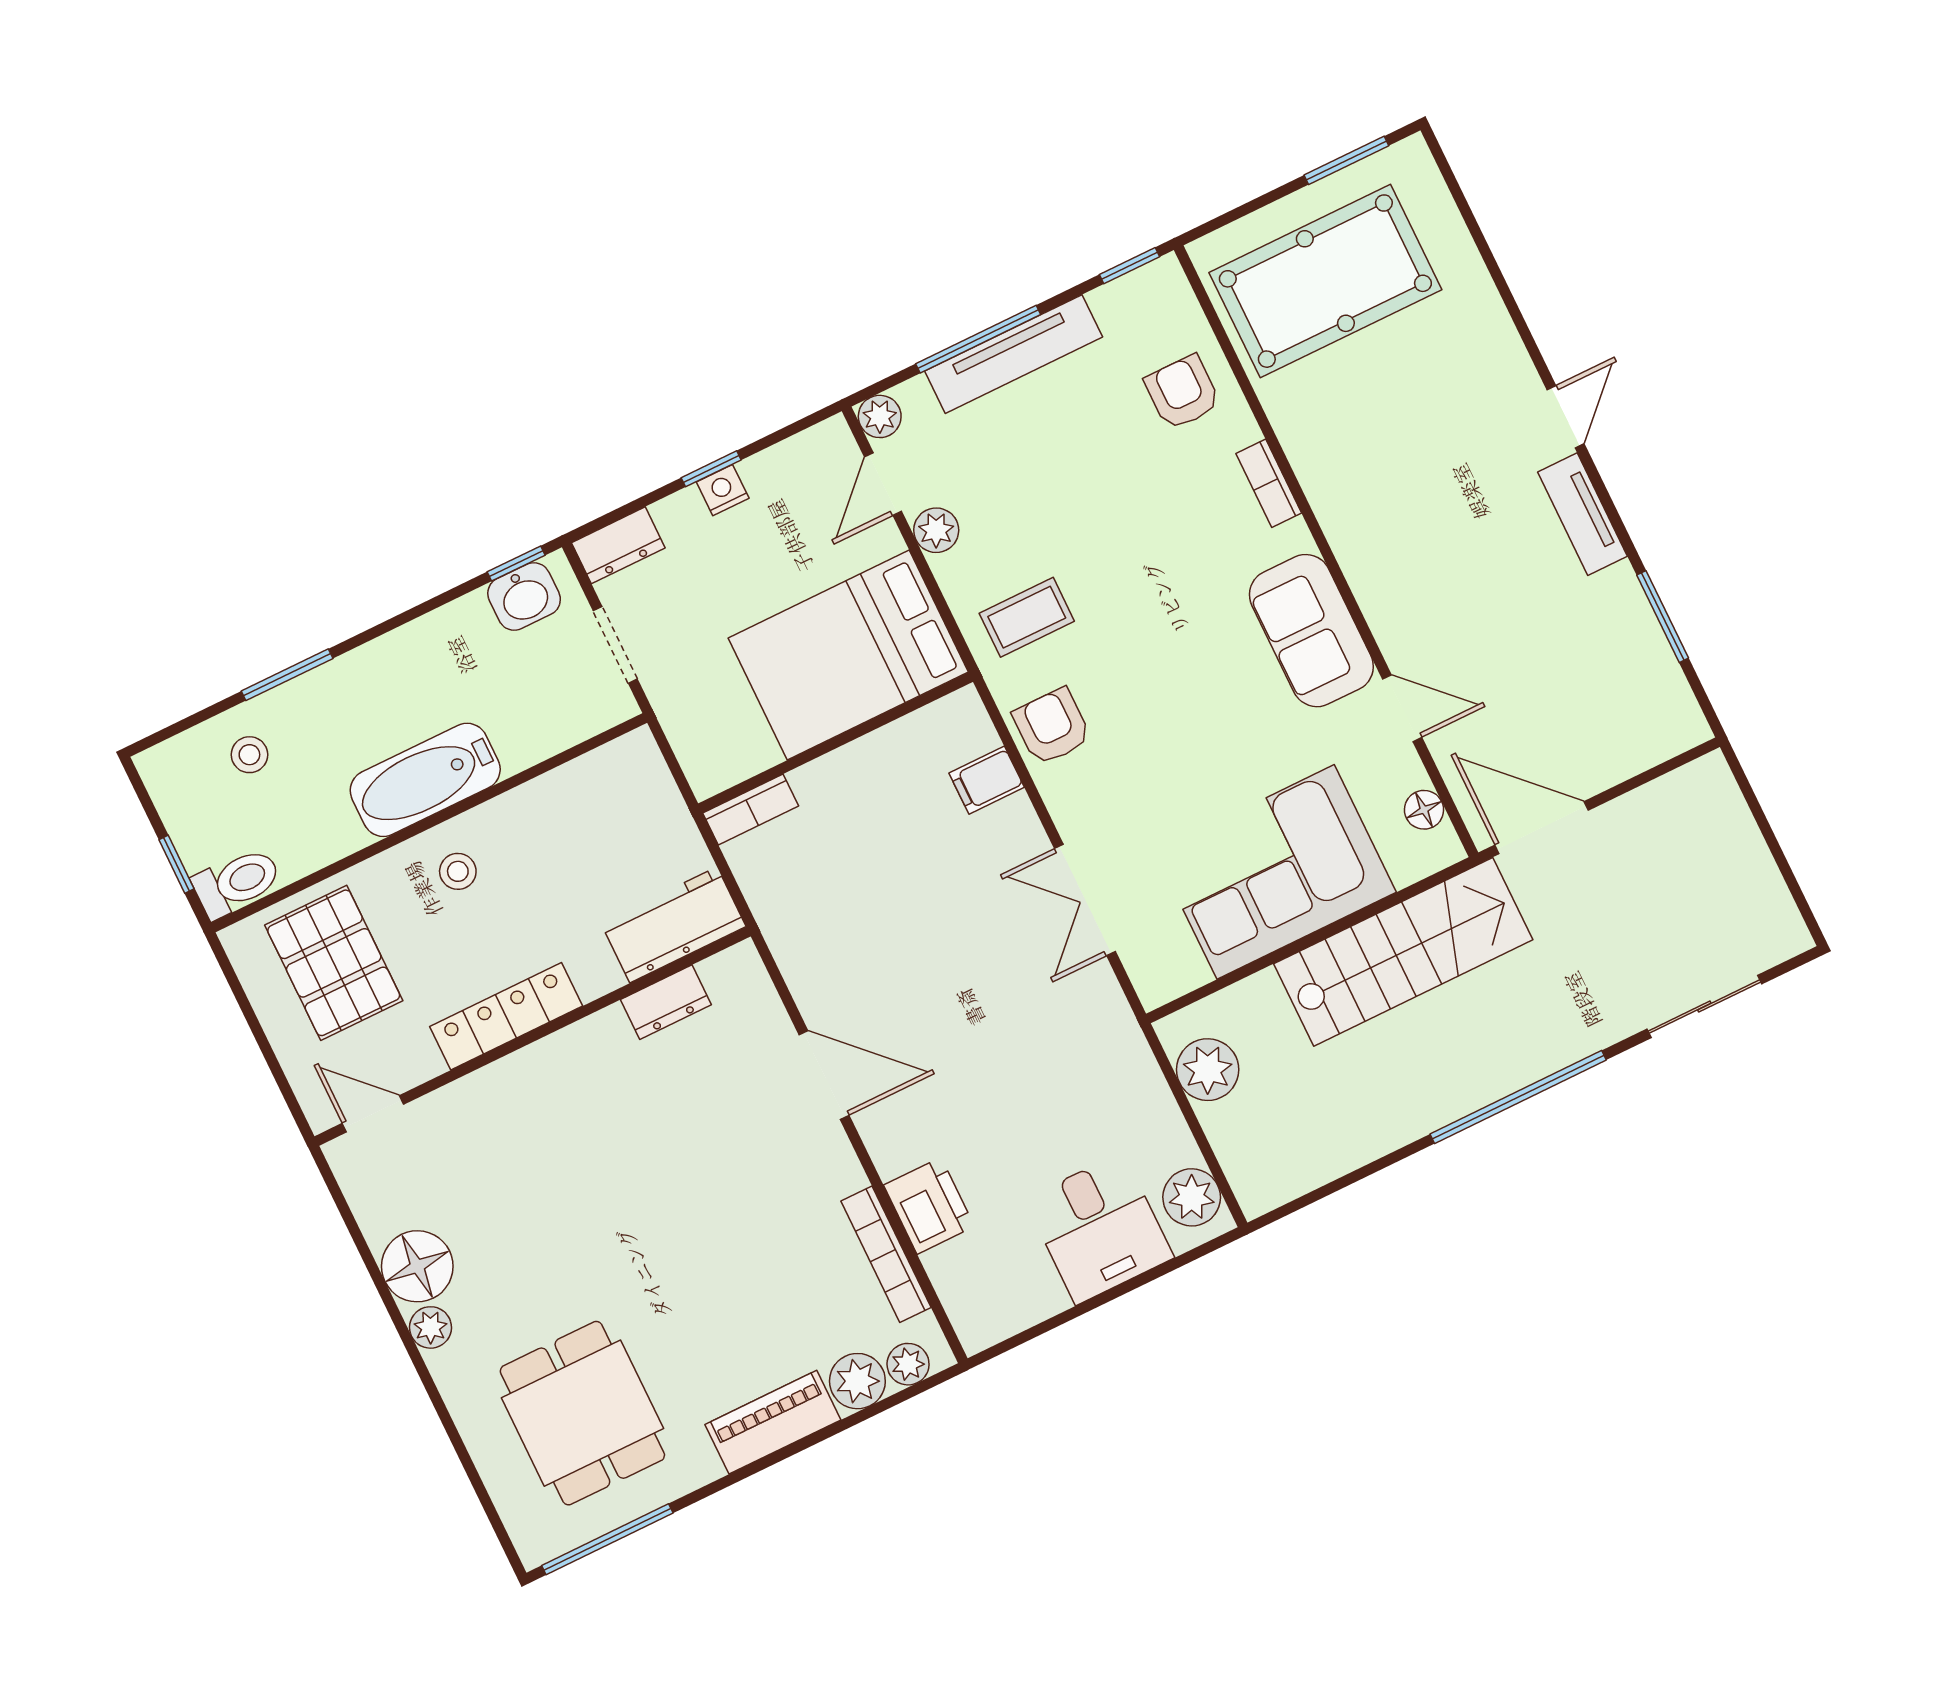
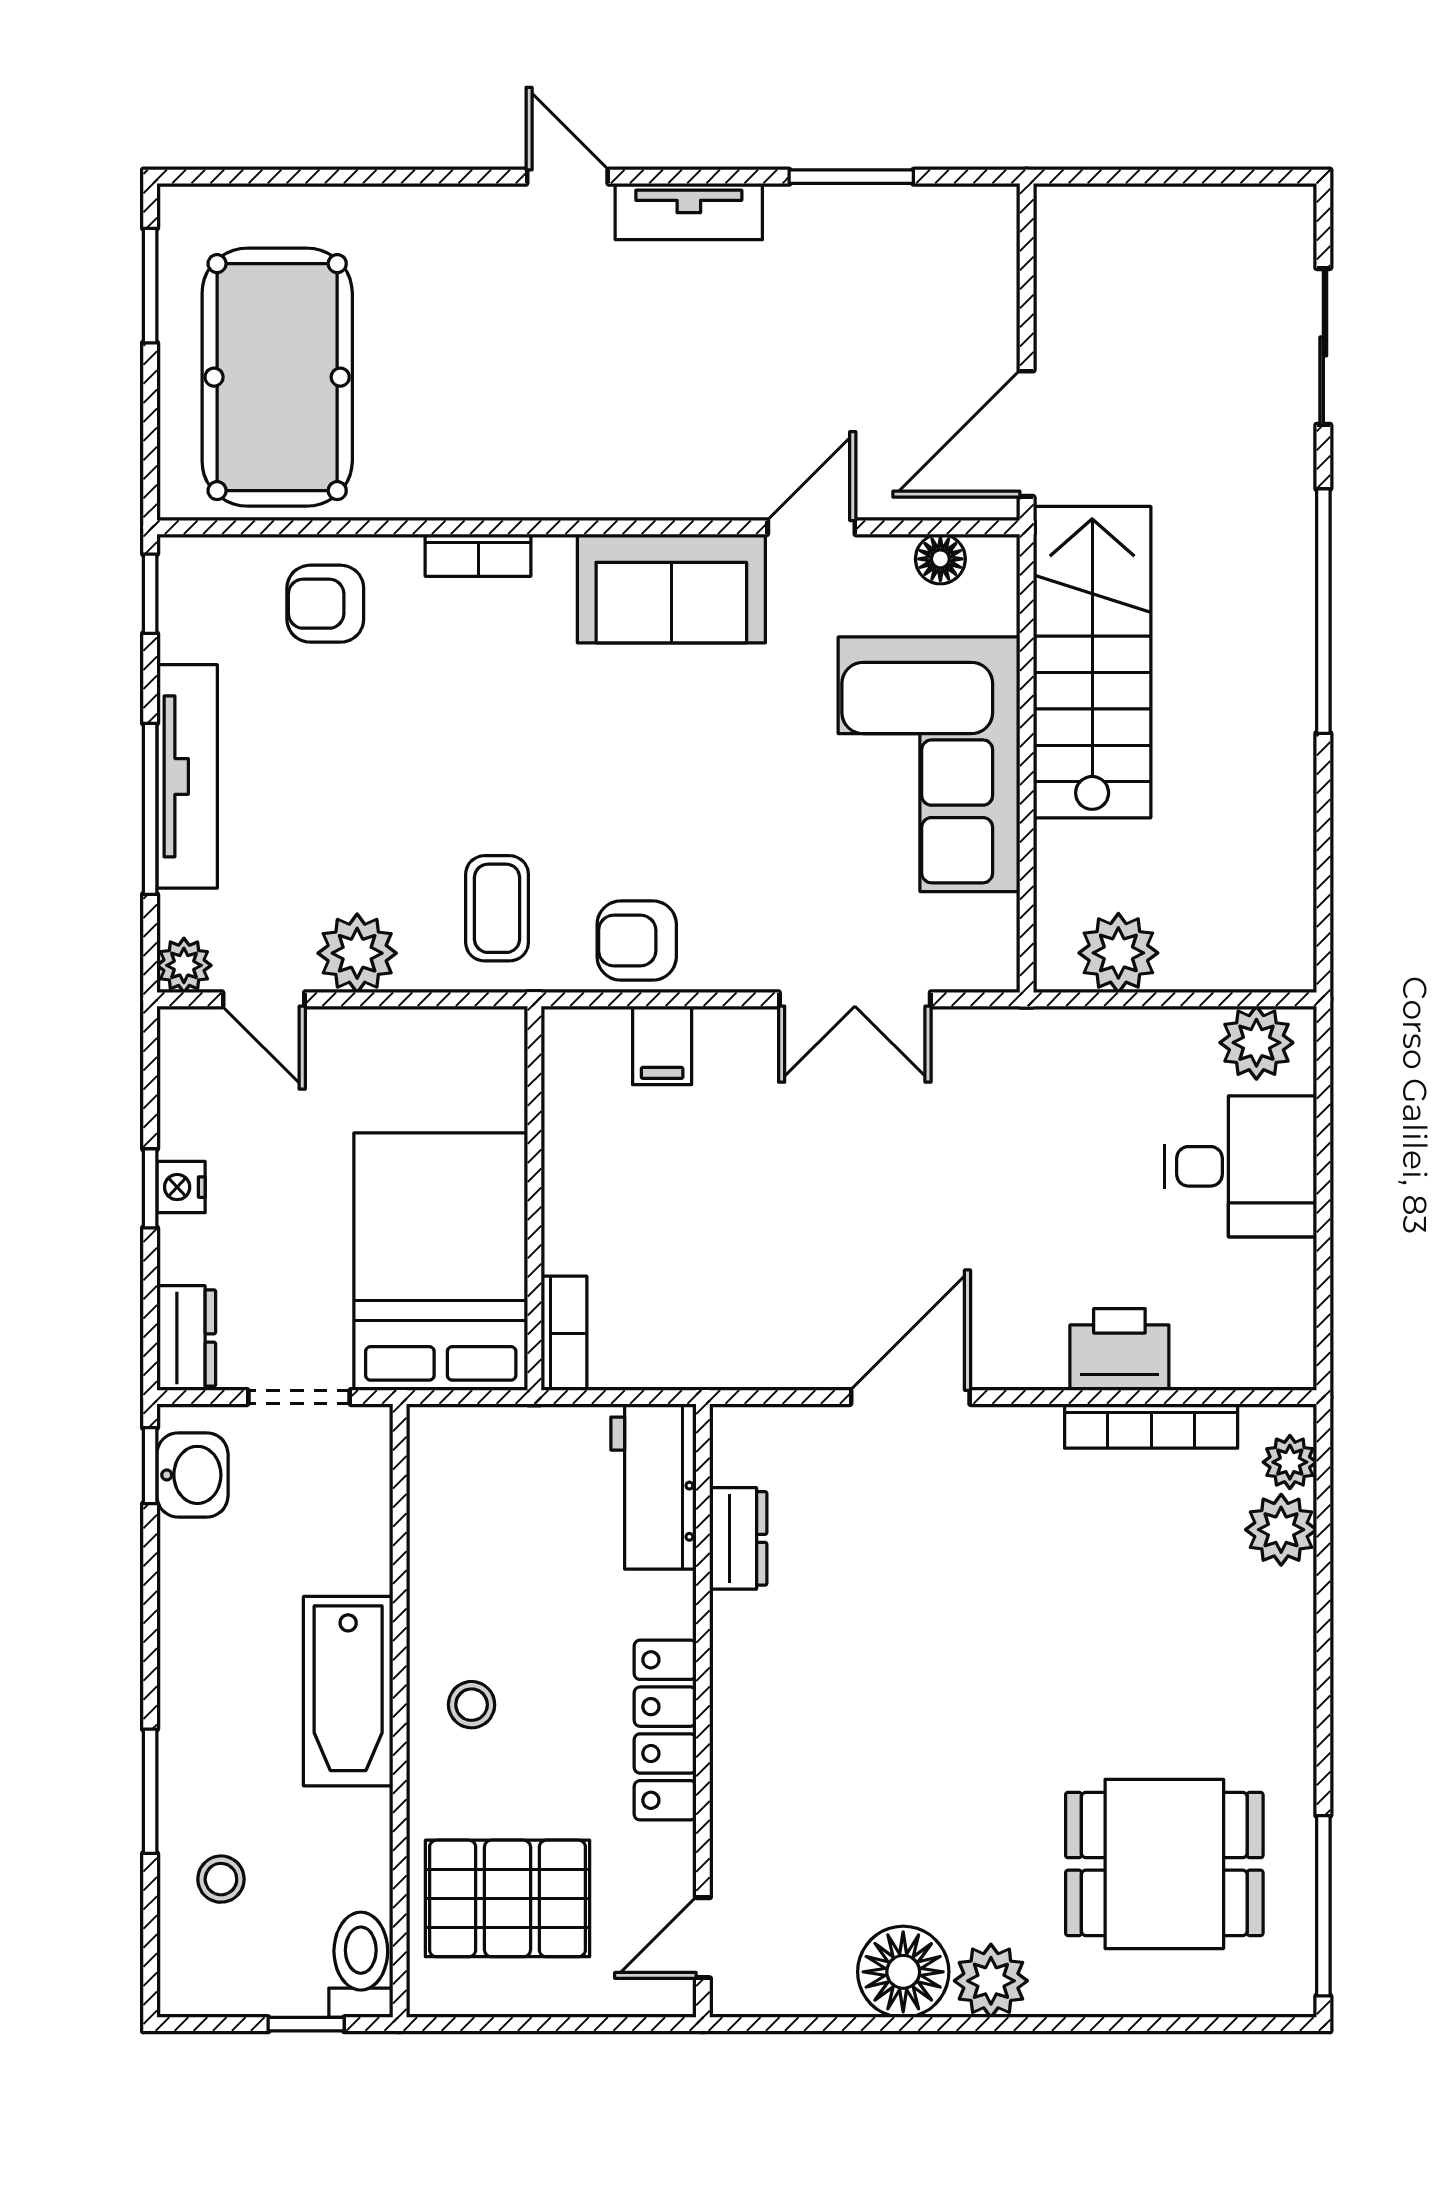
plant: (936, 530) -> (357, 953), width x1.38, depth x1.38
bed: (848, 655) -> (441, 1262), moved, turned 180
plant: (431, 1327) -> (991, 1981), width x1.38, depth x1.38
piano: (773, 1422) -> (1281, 1650), removed

